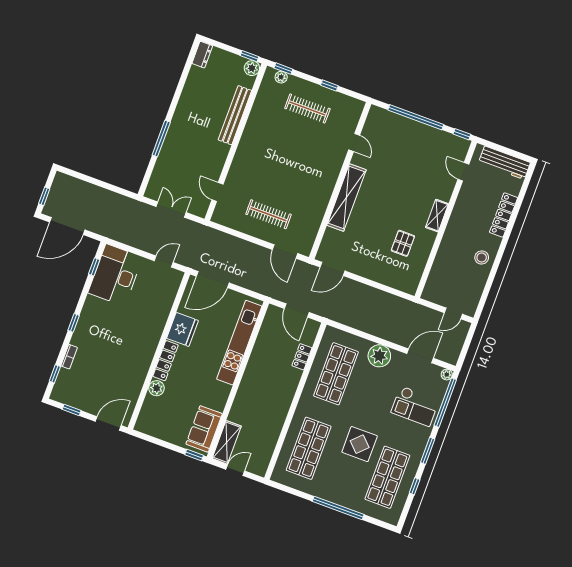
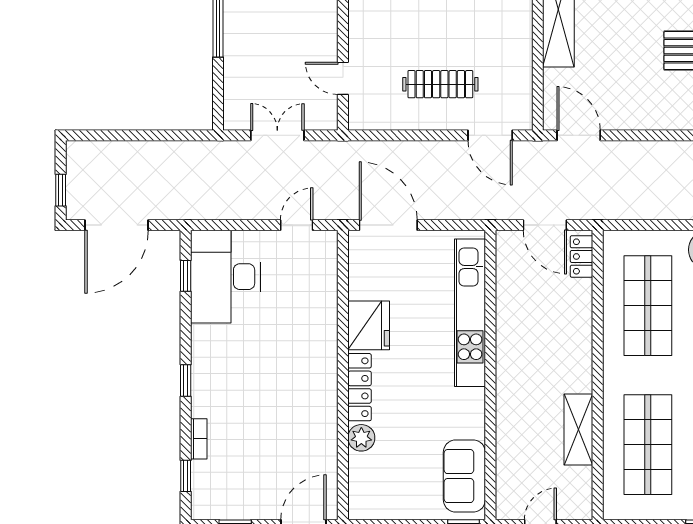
door: (332, 269) -> (579, 135), swing flipped
door: (213, 280) -> (388, 225), swing flipped
locker: (302, 357) -> (582, 256), moved
shelving: (227, 442) -> (578, 430), moved

